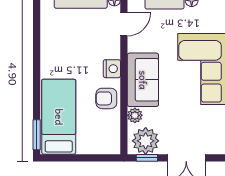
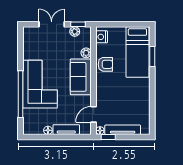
nightstand: (112, 69) -> (102, 37), moved
window: (37, 135) -> (152, 56), moved
plant: (146, 141) -> (75, 32), width x0.53, depth x0.53

